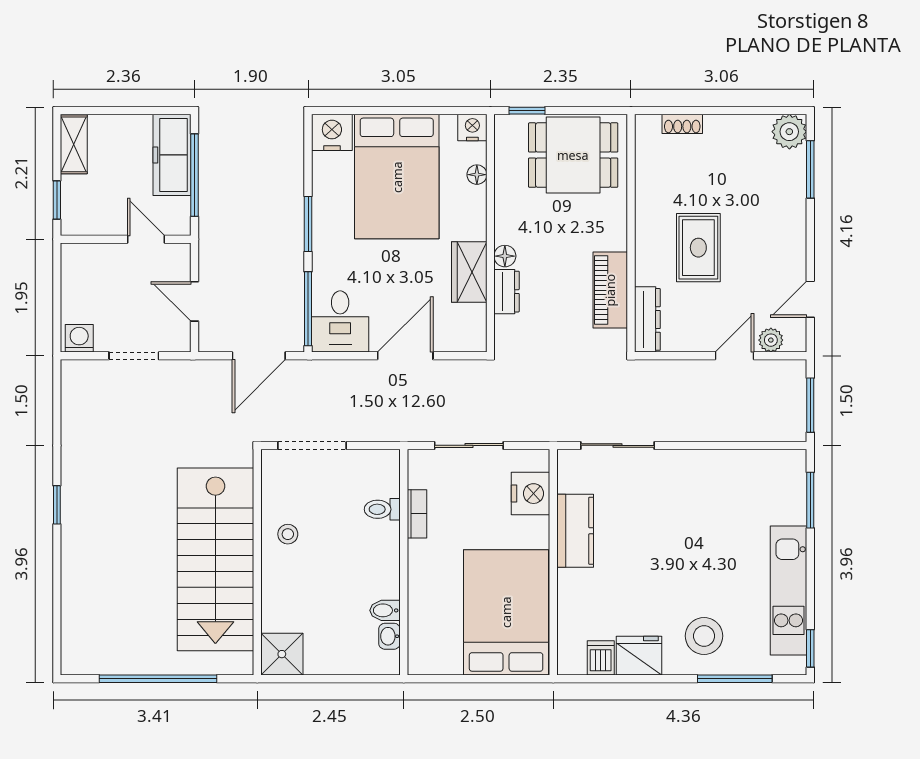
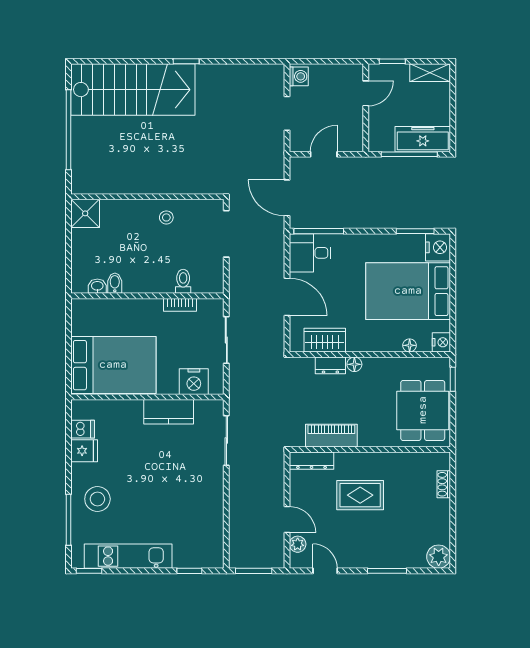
window: (810, 169) -> (387, 571), moved
window: (308, 224) -> (415, 231), moved
door: (146, 239) -> (366, 93), moved
wardrobe: (469, 272) -> (325, 340), moved
window: (810, 500) -> (189, 571), width x0.67
stairs: (215, 559) -> (133, 90), moved, turned 180
fridge: (639, 656) -> (84, 451), width x0.72

